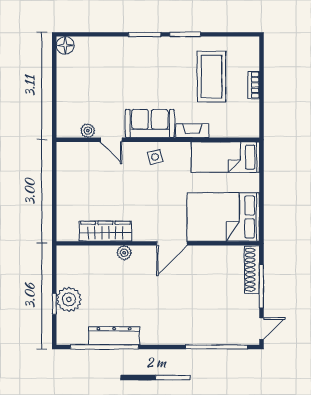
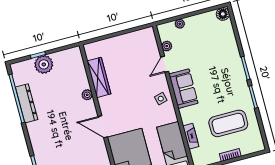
plant: (63, 106) -> (180, 24), added
fireplace: (192, 131) -> (191, 136), moved

